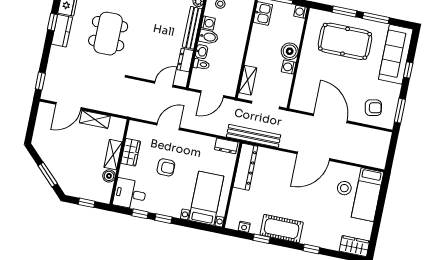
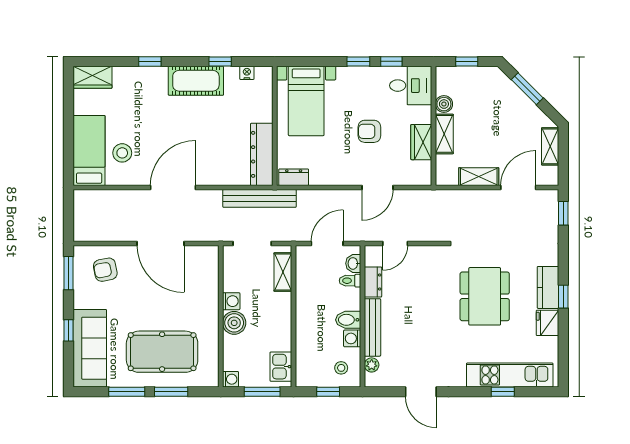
washbasin: (202, 52) -> (353, 263), moved
shelving: (40, 130) -> (550, 146), added

